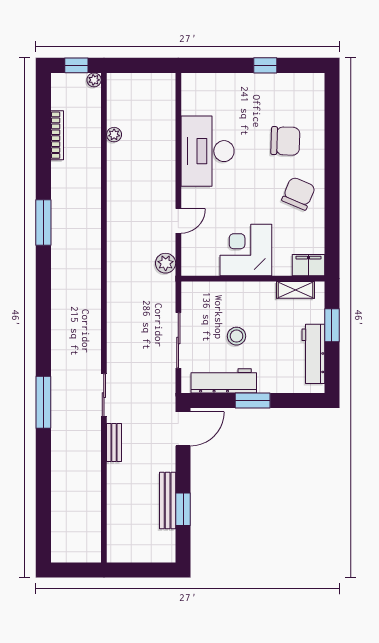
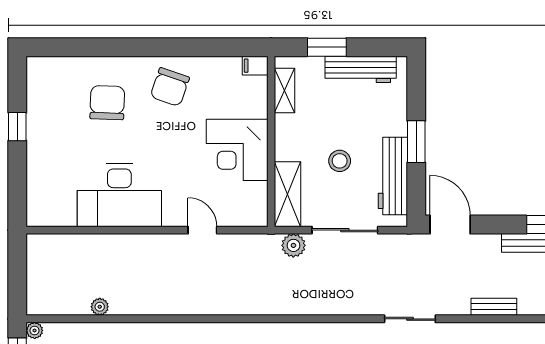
chair: (299, 193) -> (170, 87), turned -94
plant: (166, 263) -> (293, 245), moved
filing cabinet: (308, 265) -> (255, 66), width x0.50
shelving: (209, 292) -> (288, 194), added
bench: (114, 443) -> (494, 307), moved

